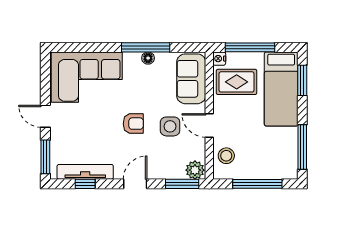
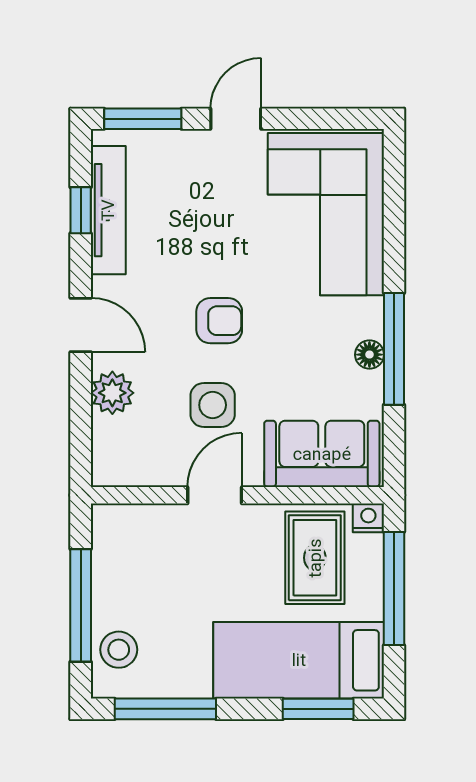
armchair: (133, 124) -> (219, 321), turned -90
stool: (226, 156) -> (119, 650), moved
plant: (195, 170) -> (112, 393), moved
window: (182, 184) -> (81, 433), removed

